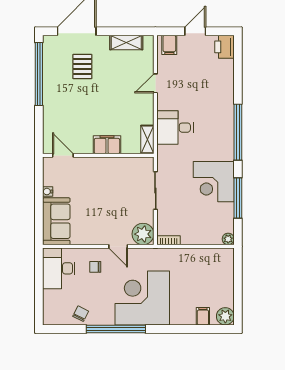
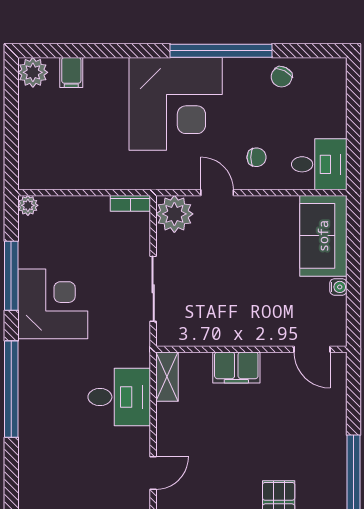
desk: (59, 268) -> (319, 164), width x0.73

